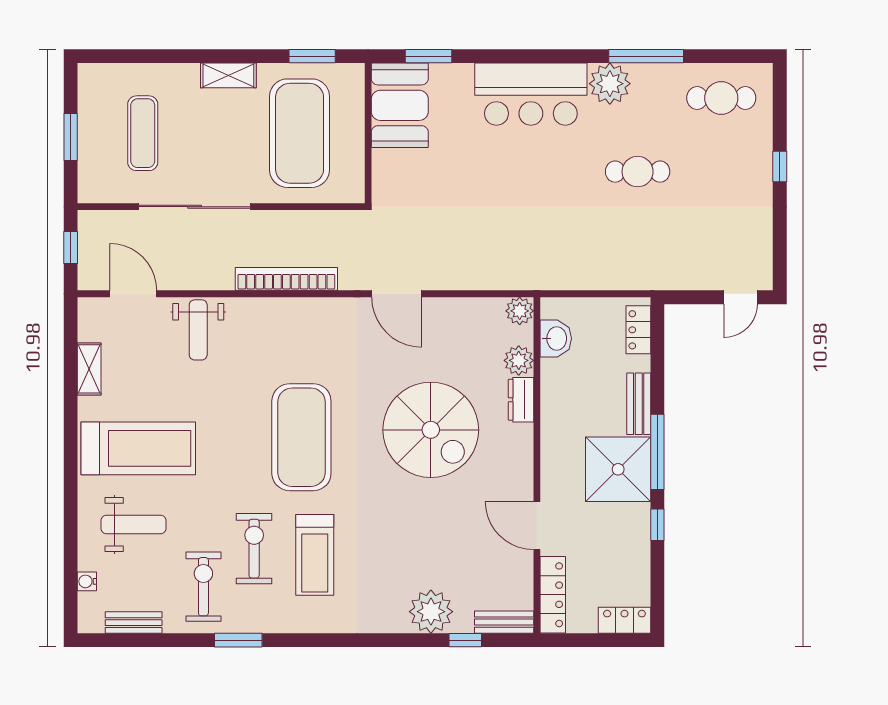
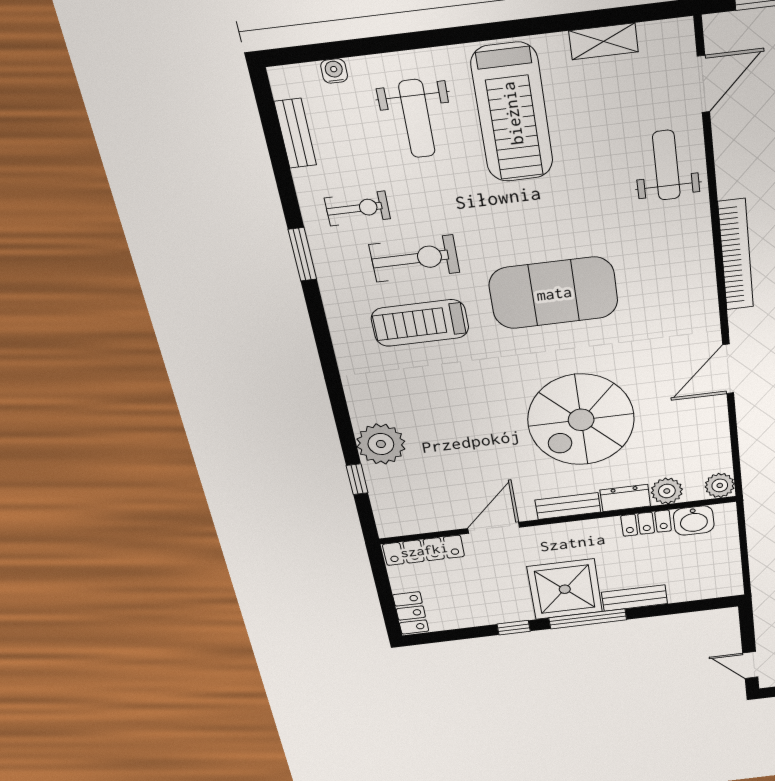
weight bench: (198, 330) -> (666, 165), turned 90
locker: (638, 330) -> (646, 523), moved, turned 180
exercise bike: (203, 587) -> (357, 208), width x0.73, depth x0.72
bench: (504, 622) -> (568, 506), moved, turned 90

